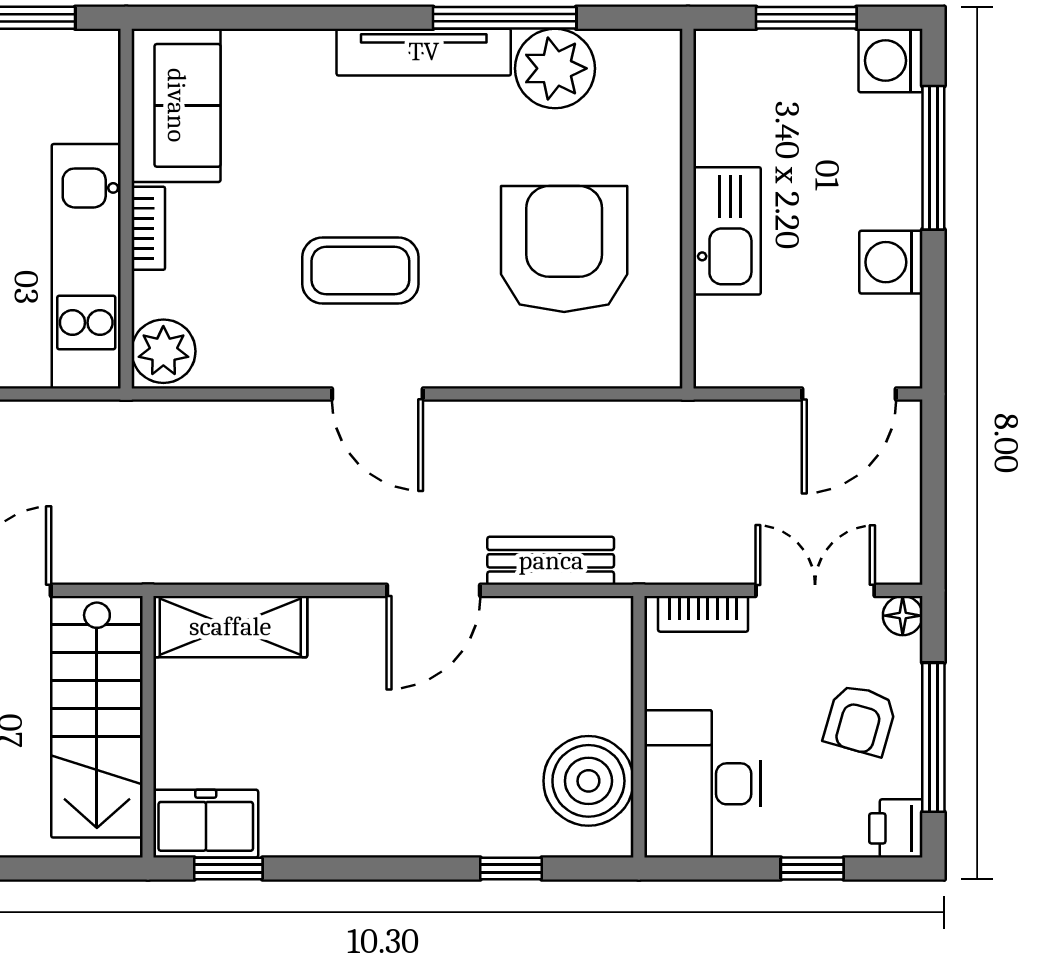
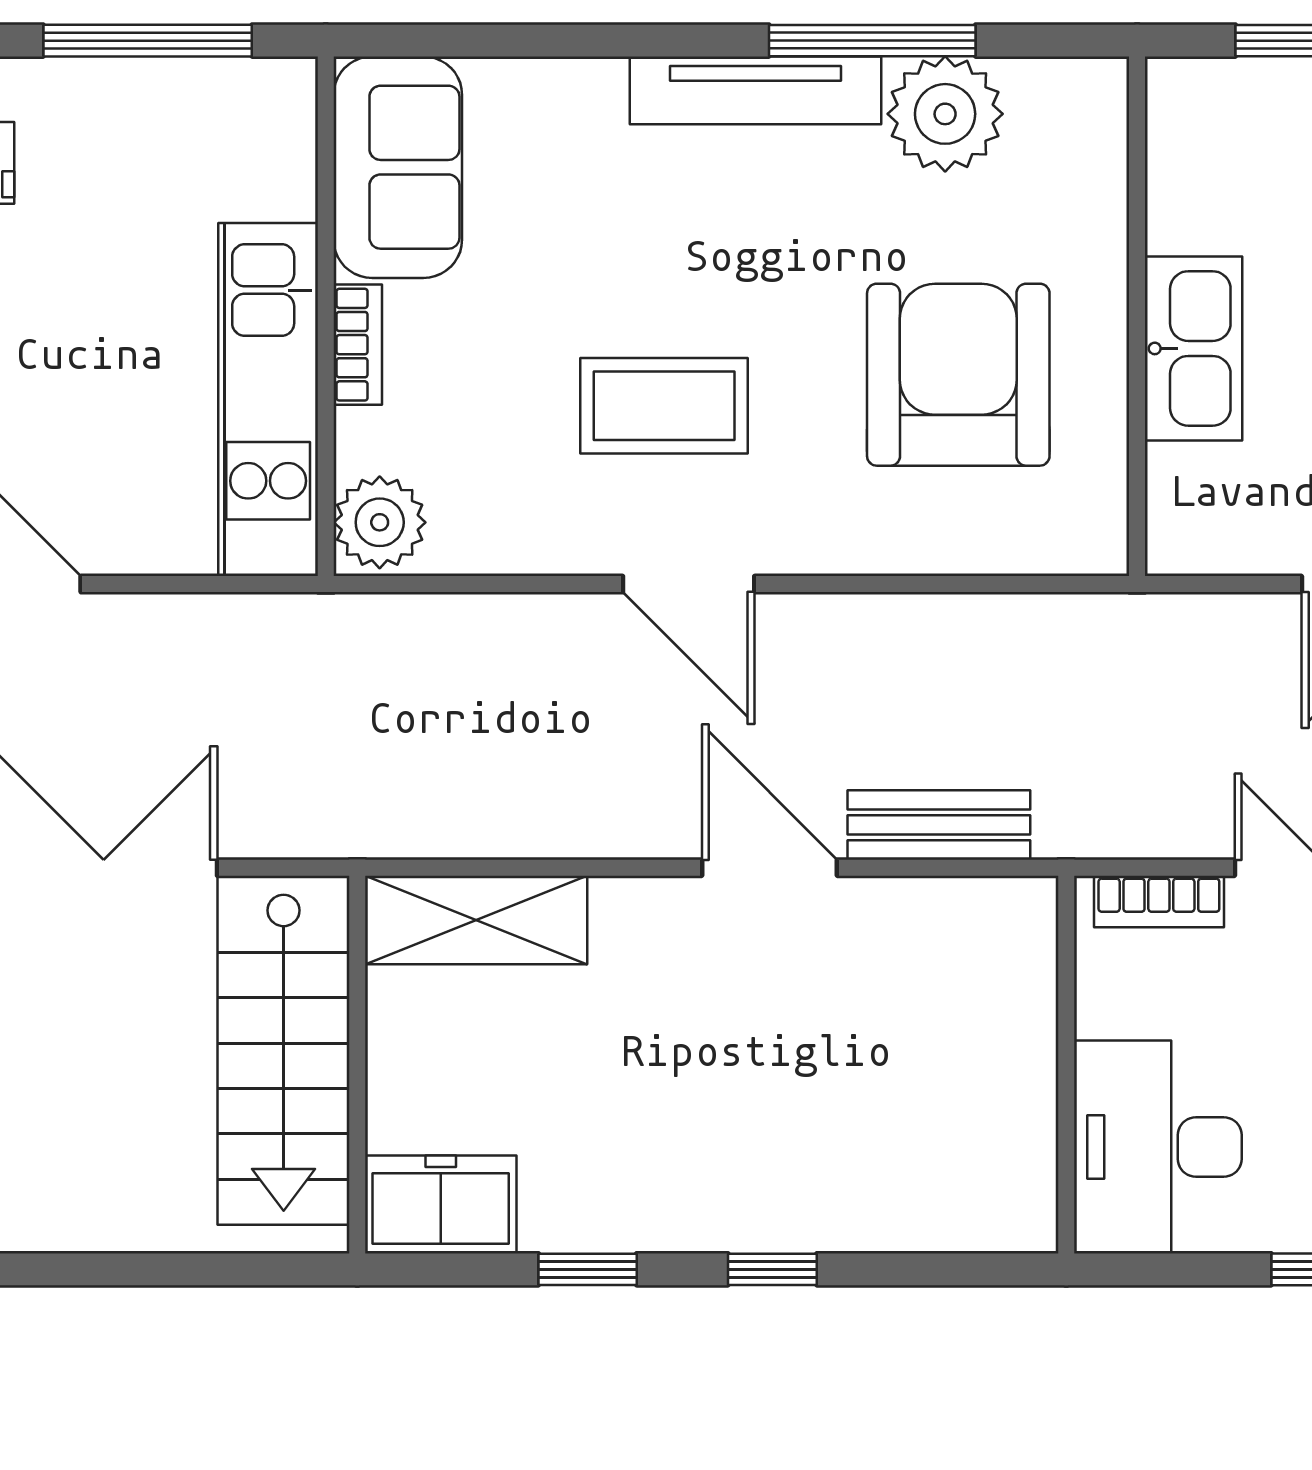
door: (433, 590) -> (769, 868), swing flipped
boiler: (588, 781) -> (993, 1143), removed
window: (228, 869) -> (588, 1269), moved
window: (511, 869) -> (772, 1269), moved

